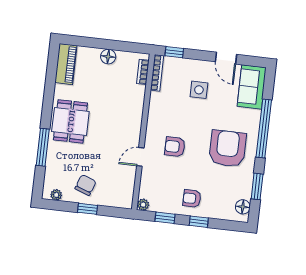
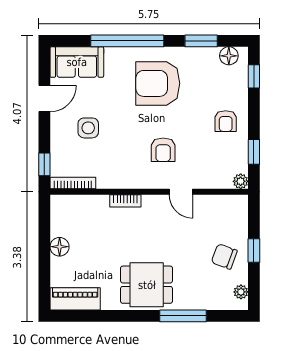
bookcase: (143, 72) -> (125, 201), moved
window: (199, 222) -> (254, 76), moved

